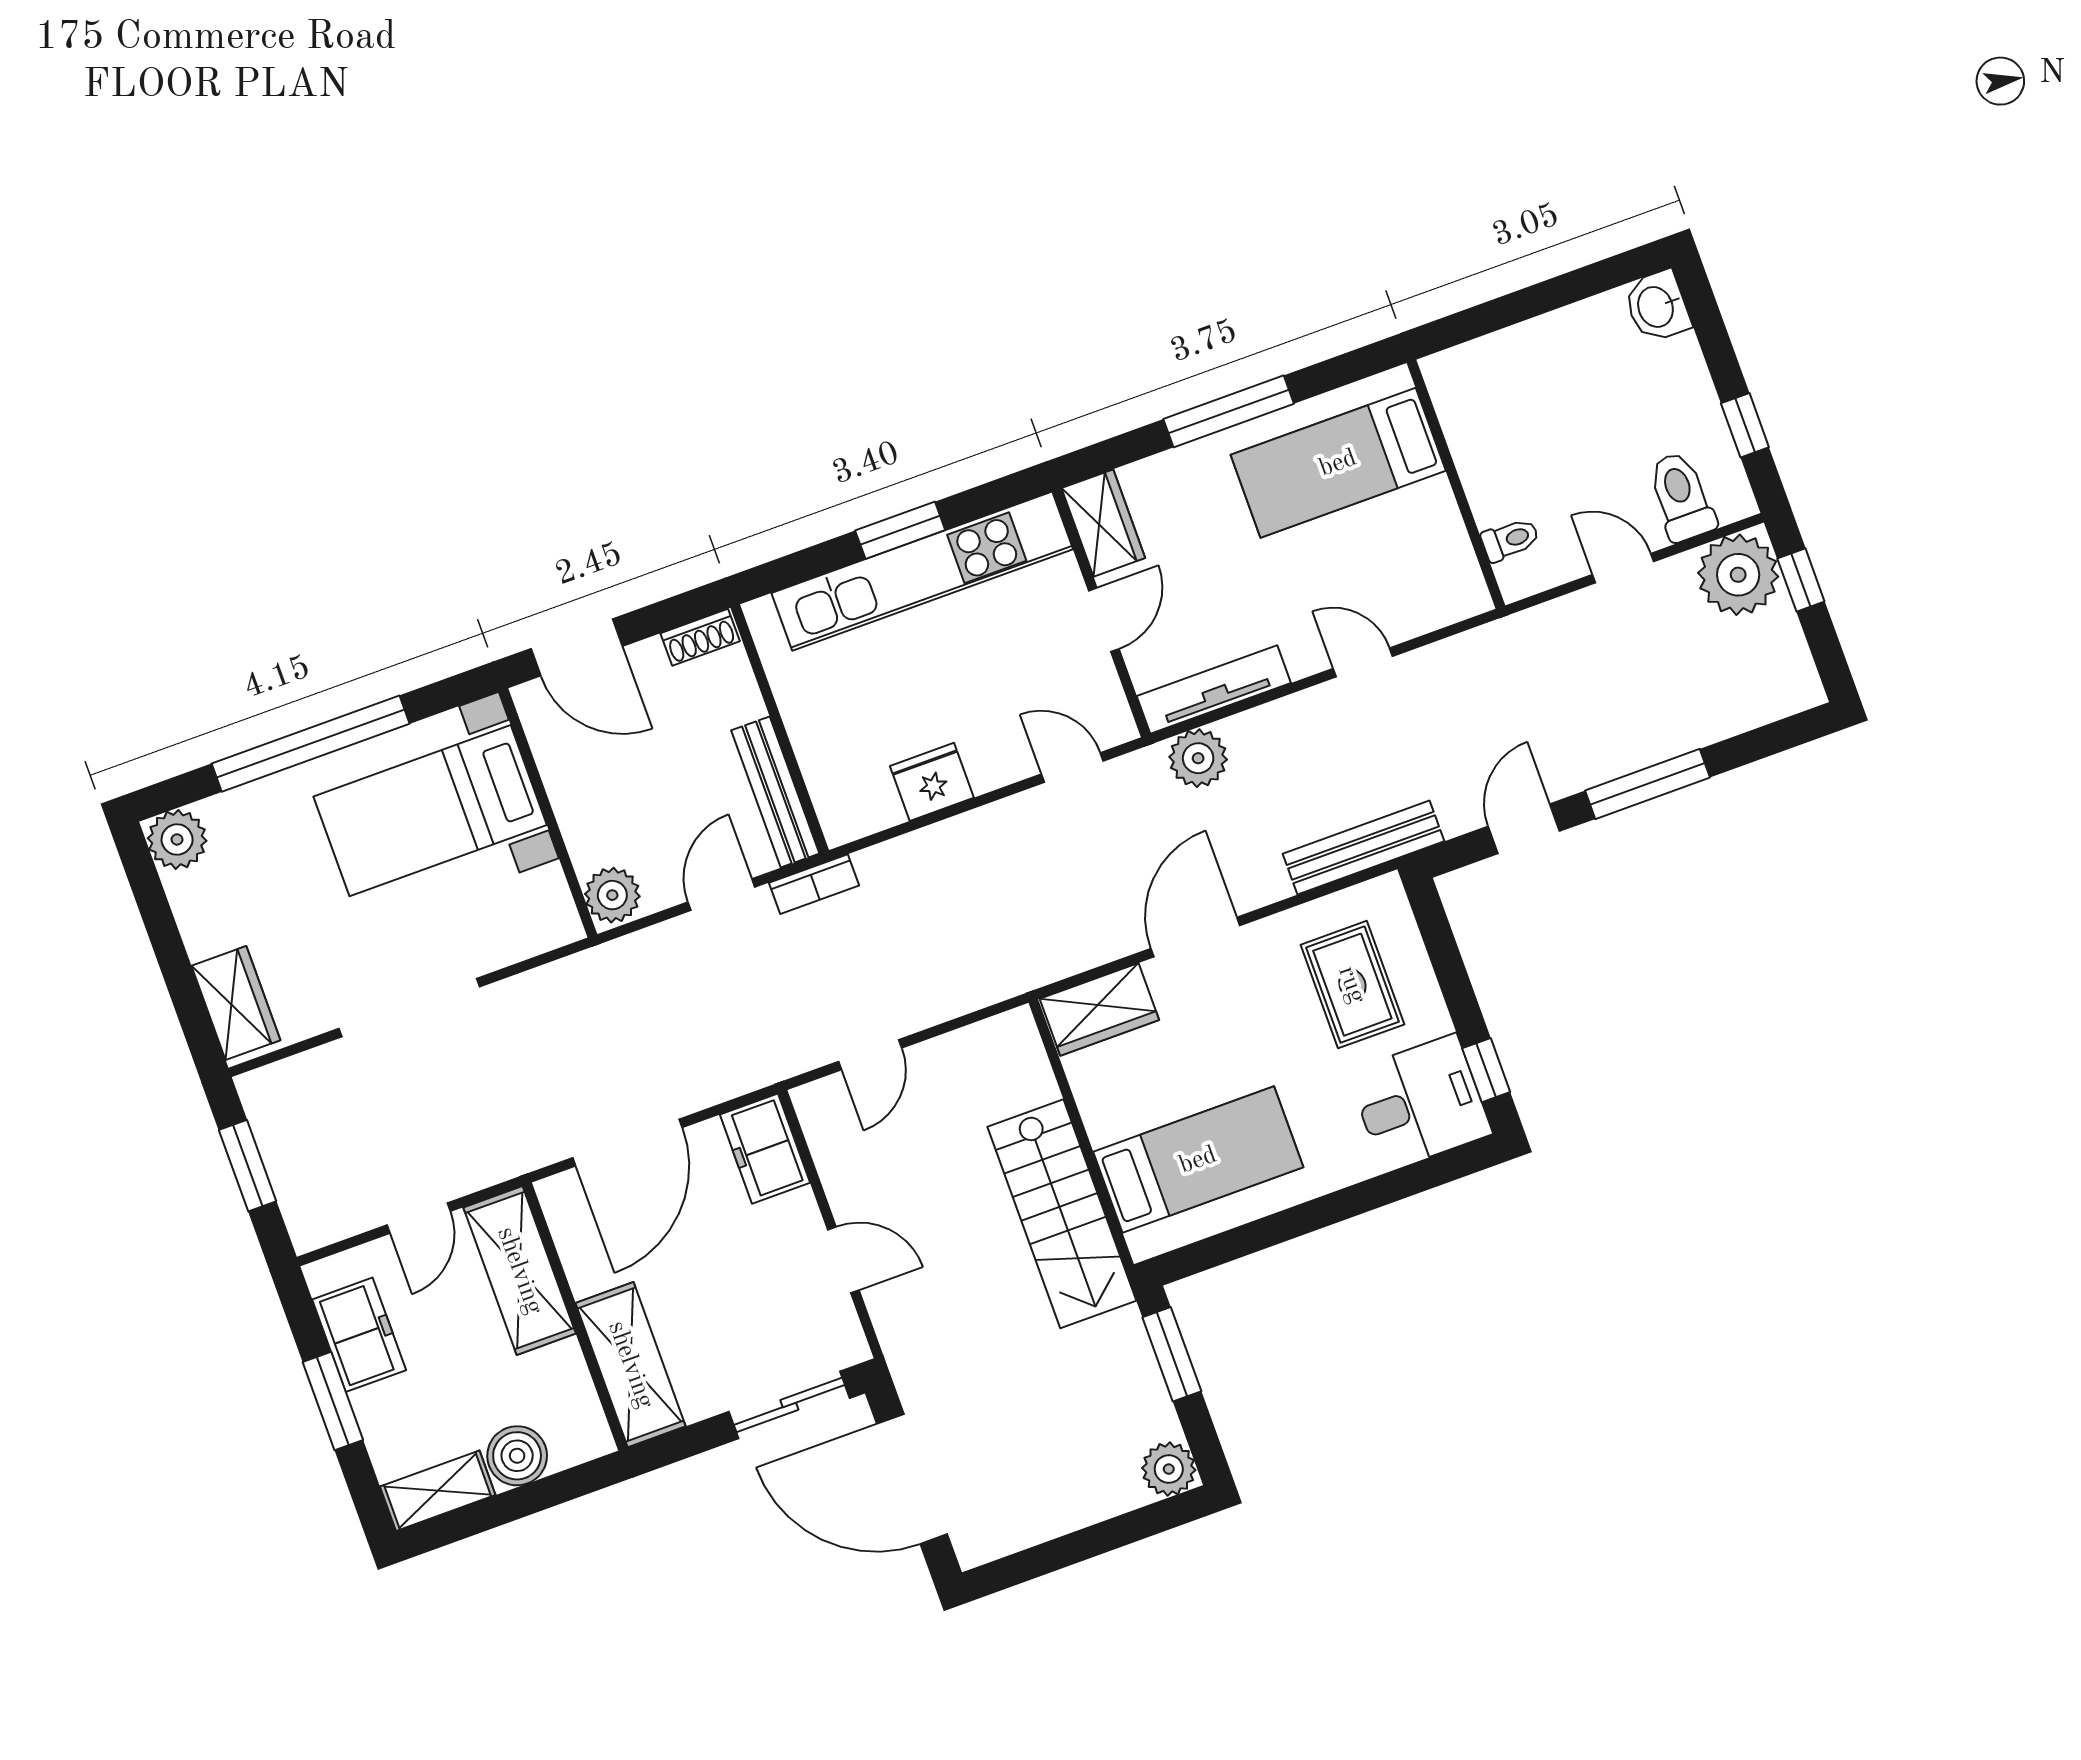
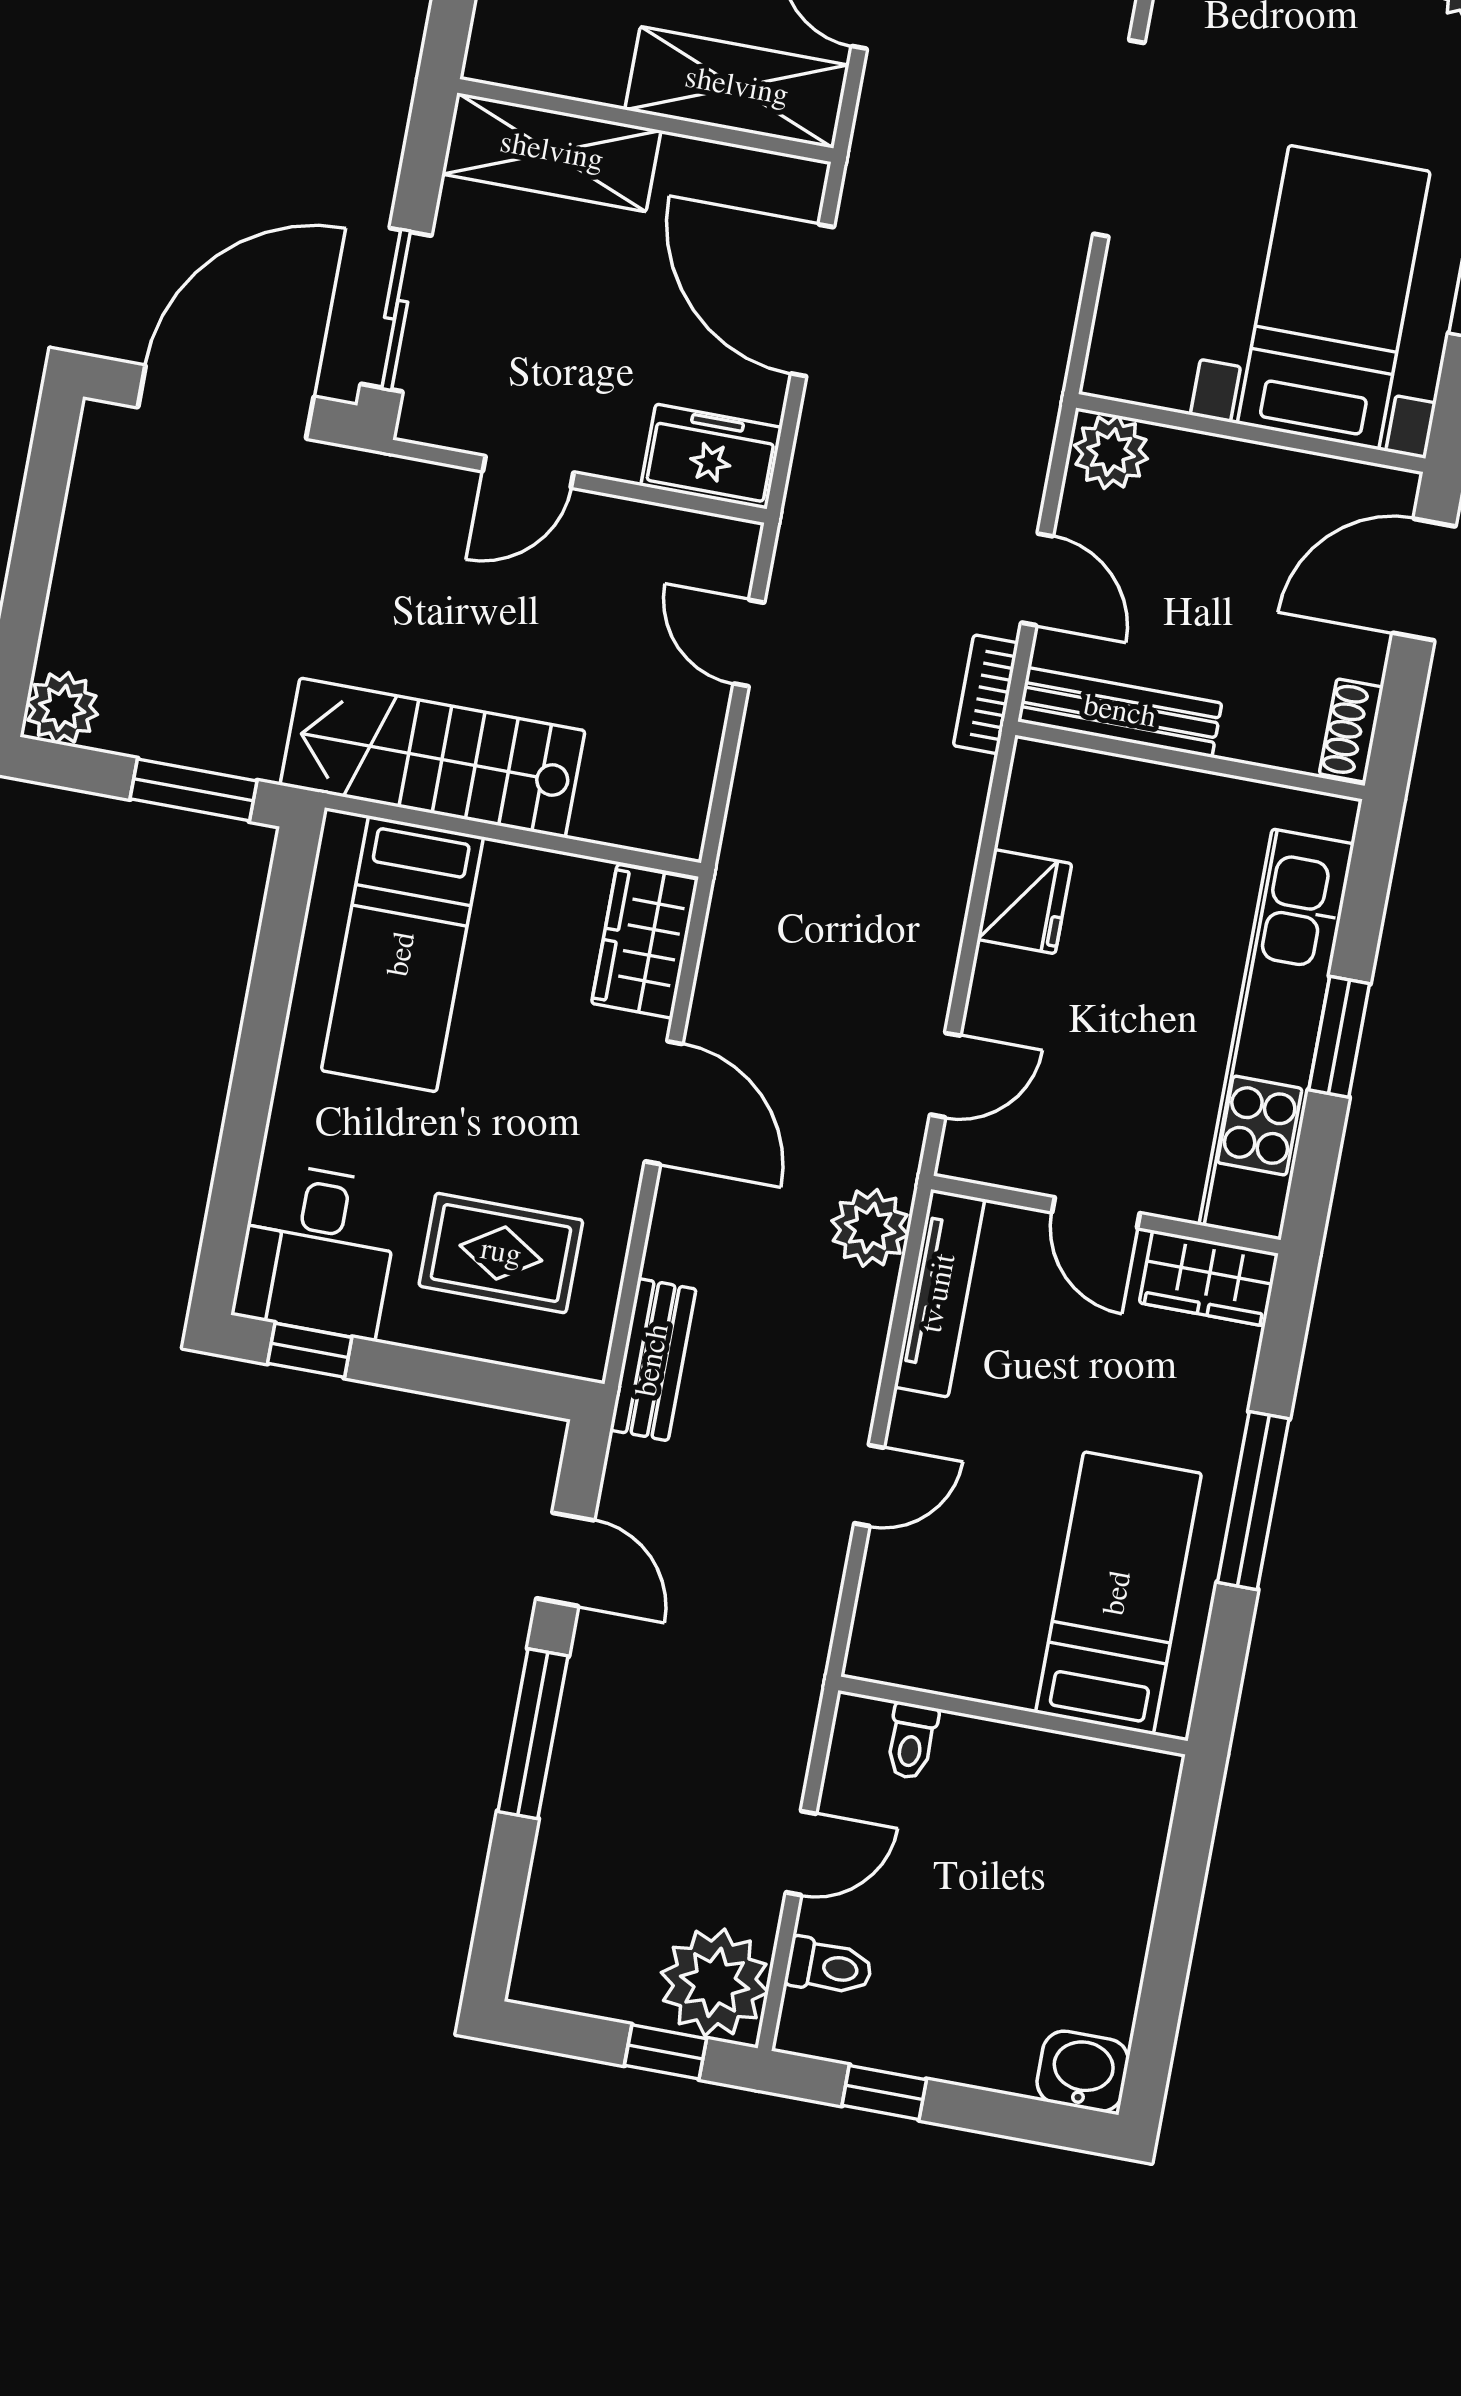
toilet: (1681, 497) -> (829, 1967), width x0.73, depth x0.72
bench: (1363, 847) -> (653, 1360), width x0.73

